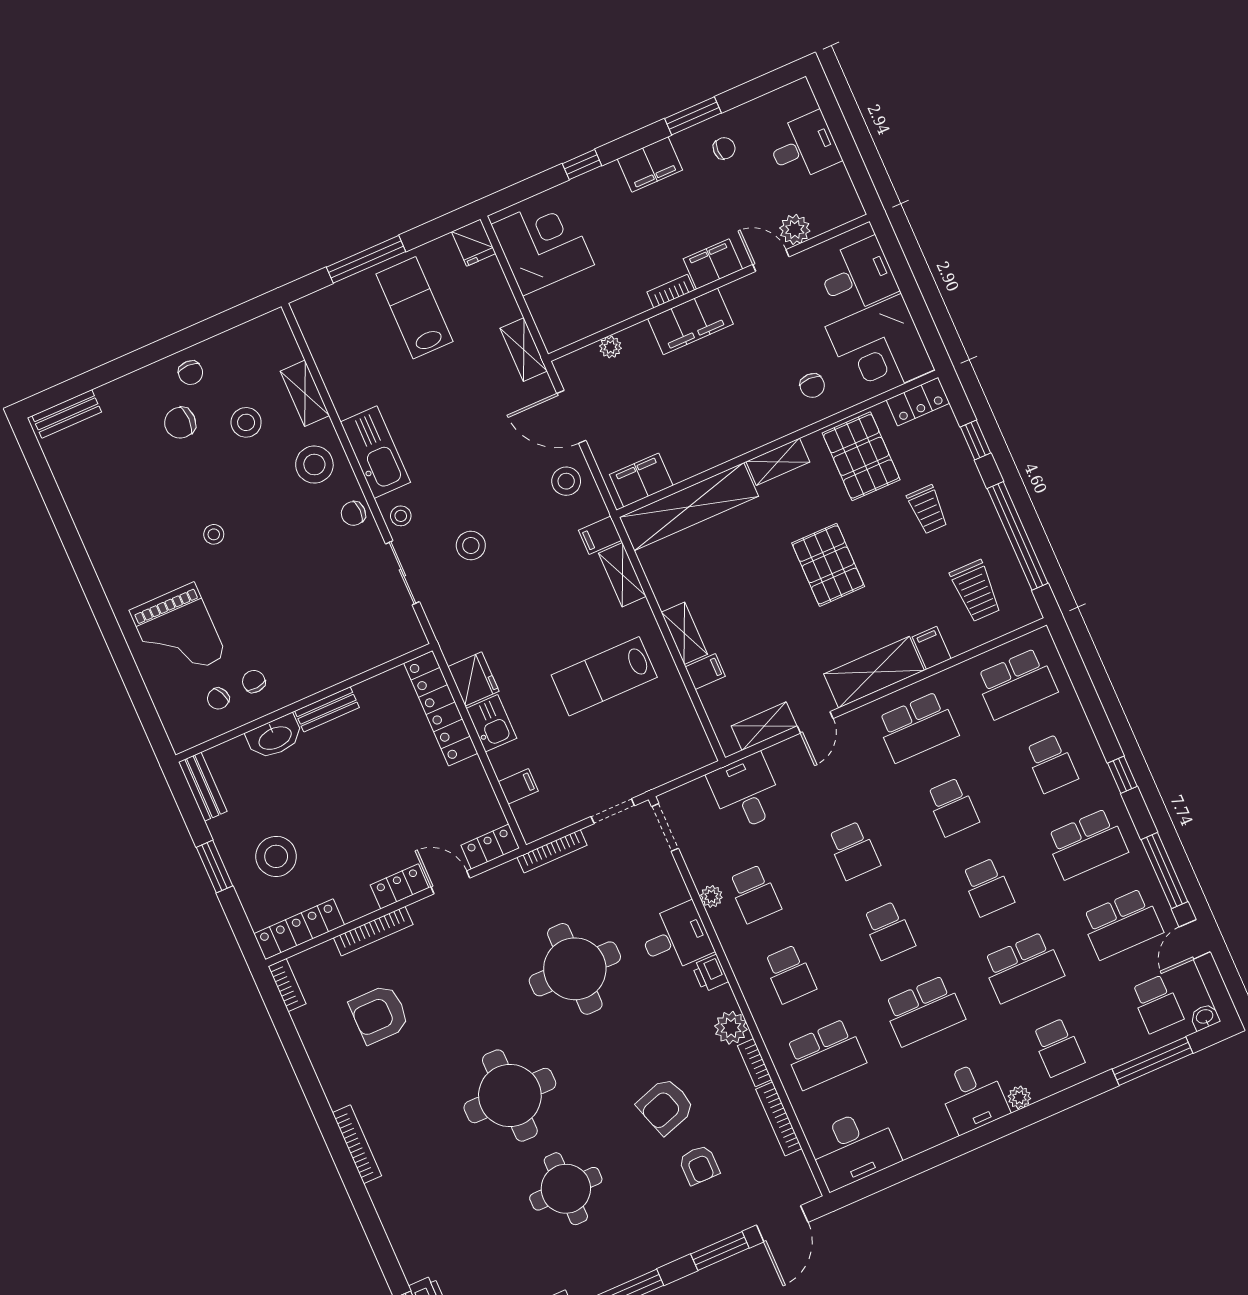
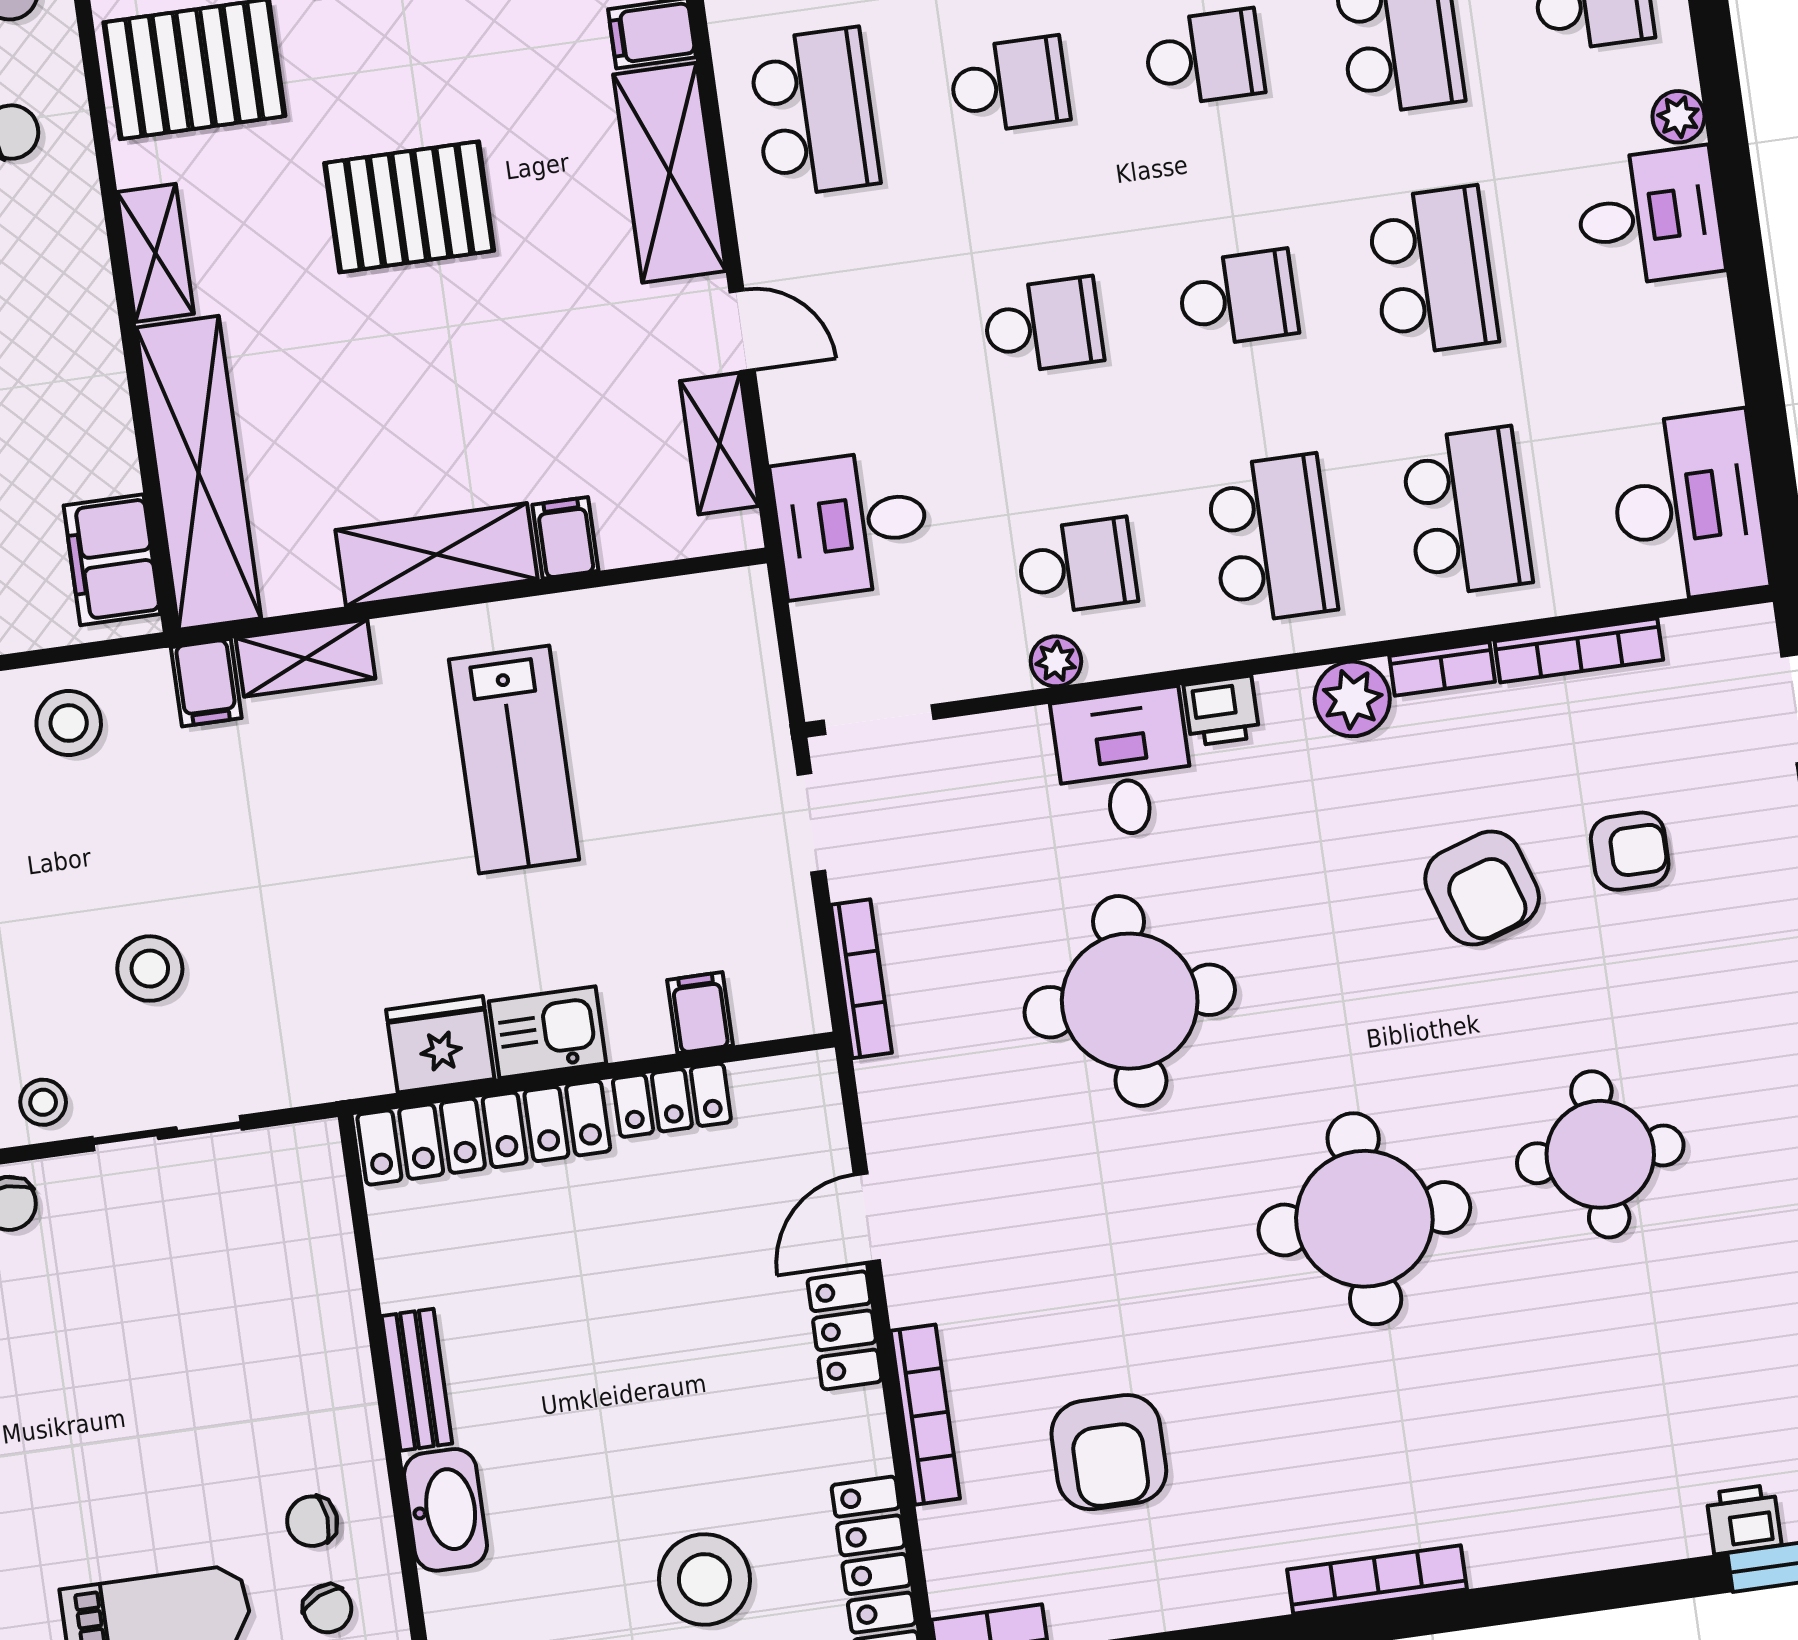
shelving: (684, 633) -> (436, 555), width x1.50, depth x1.33
locker: (490, 847) -> (672, 1100), moved, turned -90
school desk: (790, 974) -> (1272, 539), width x1.85

